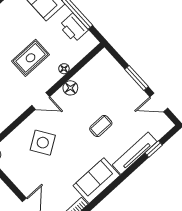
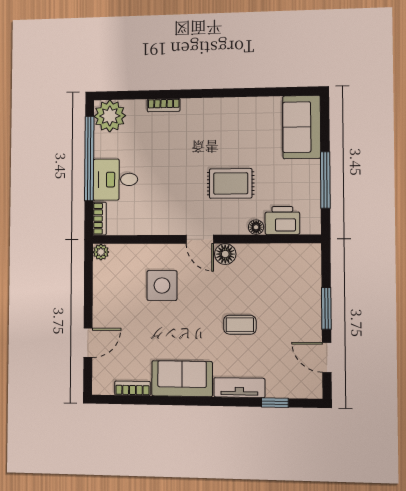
printer: (74, 28) -> (282, 220), moved, turned 90
floor lamp: (70, 88) -> (225, 254), moved
side table: (43, 143) -> (162, 285), turned 33
tv unit: (135, 153) -> (239, 388), width x0.71

